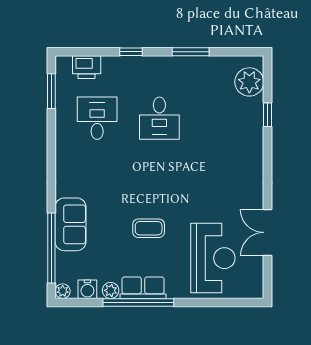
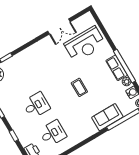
desk: (97, 118) -> (53, 133), turned 180
coffee table: (149, 228) -> (79, 87), moved
reception desk: (213, 258) -> (85, 44), turned 180

